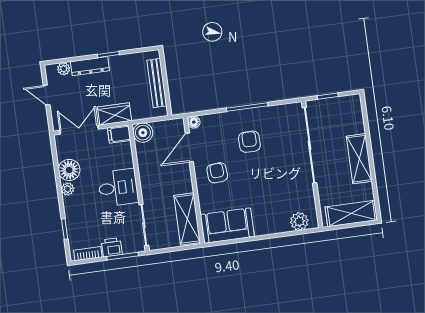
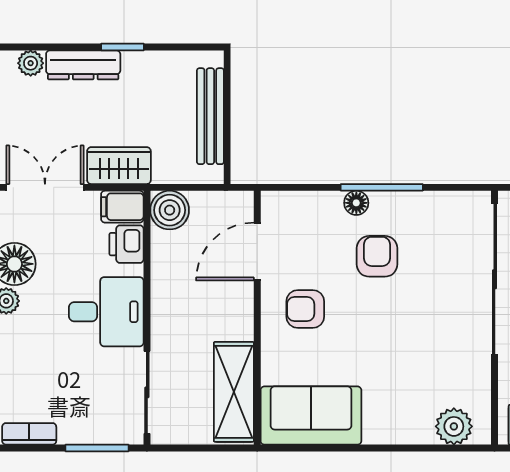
floor lamp: (194, 122) -> (356, 203), moved
armchair: (217, 173) -> (305, 309), turned -86
printer: (112, 247) -> (126, 244), moved, turned -90

